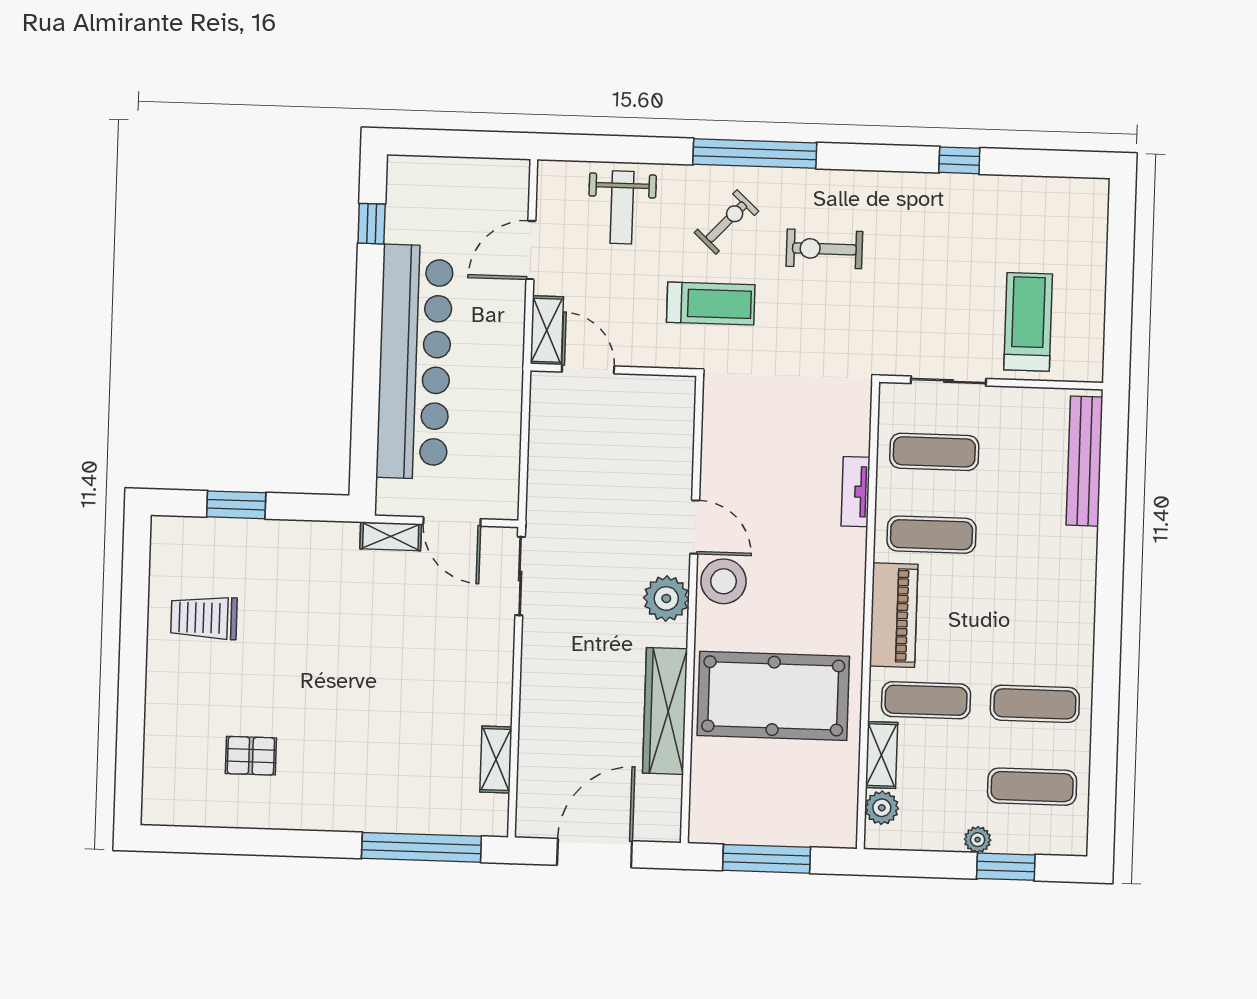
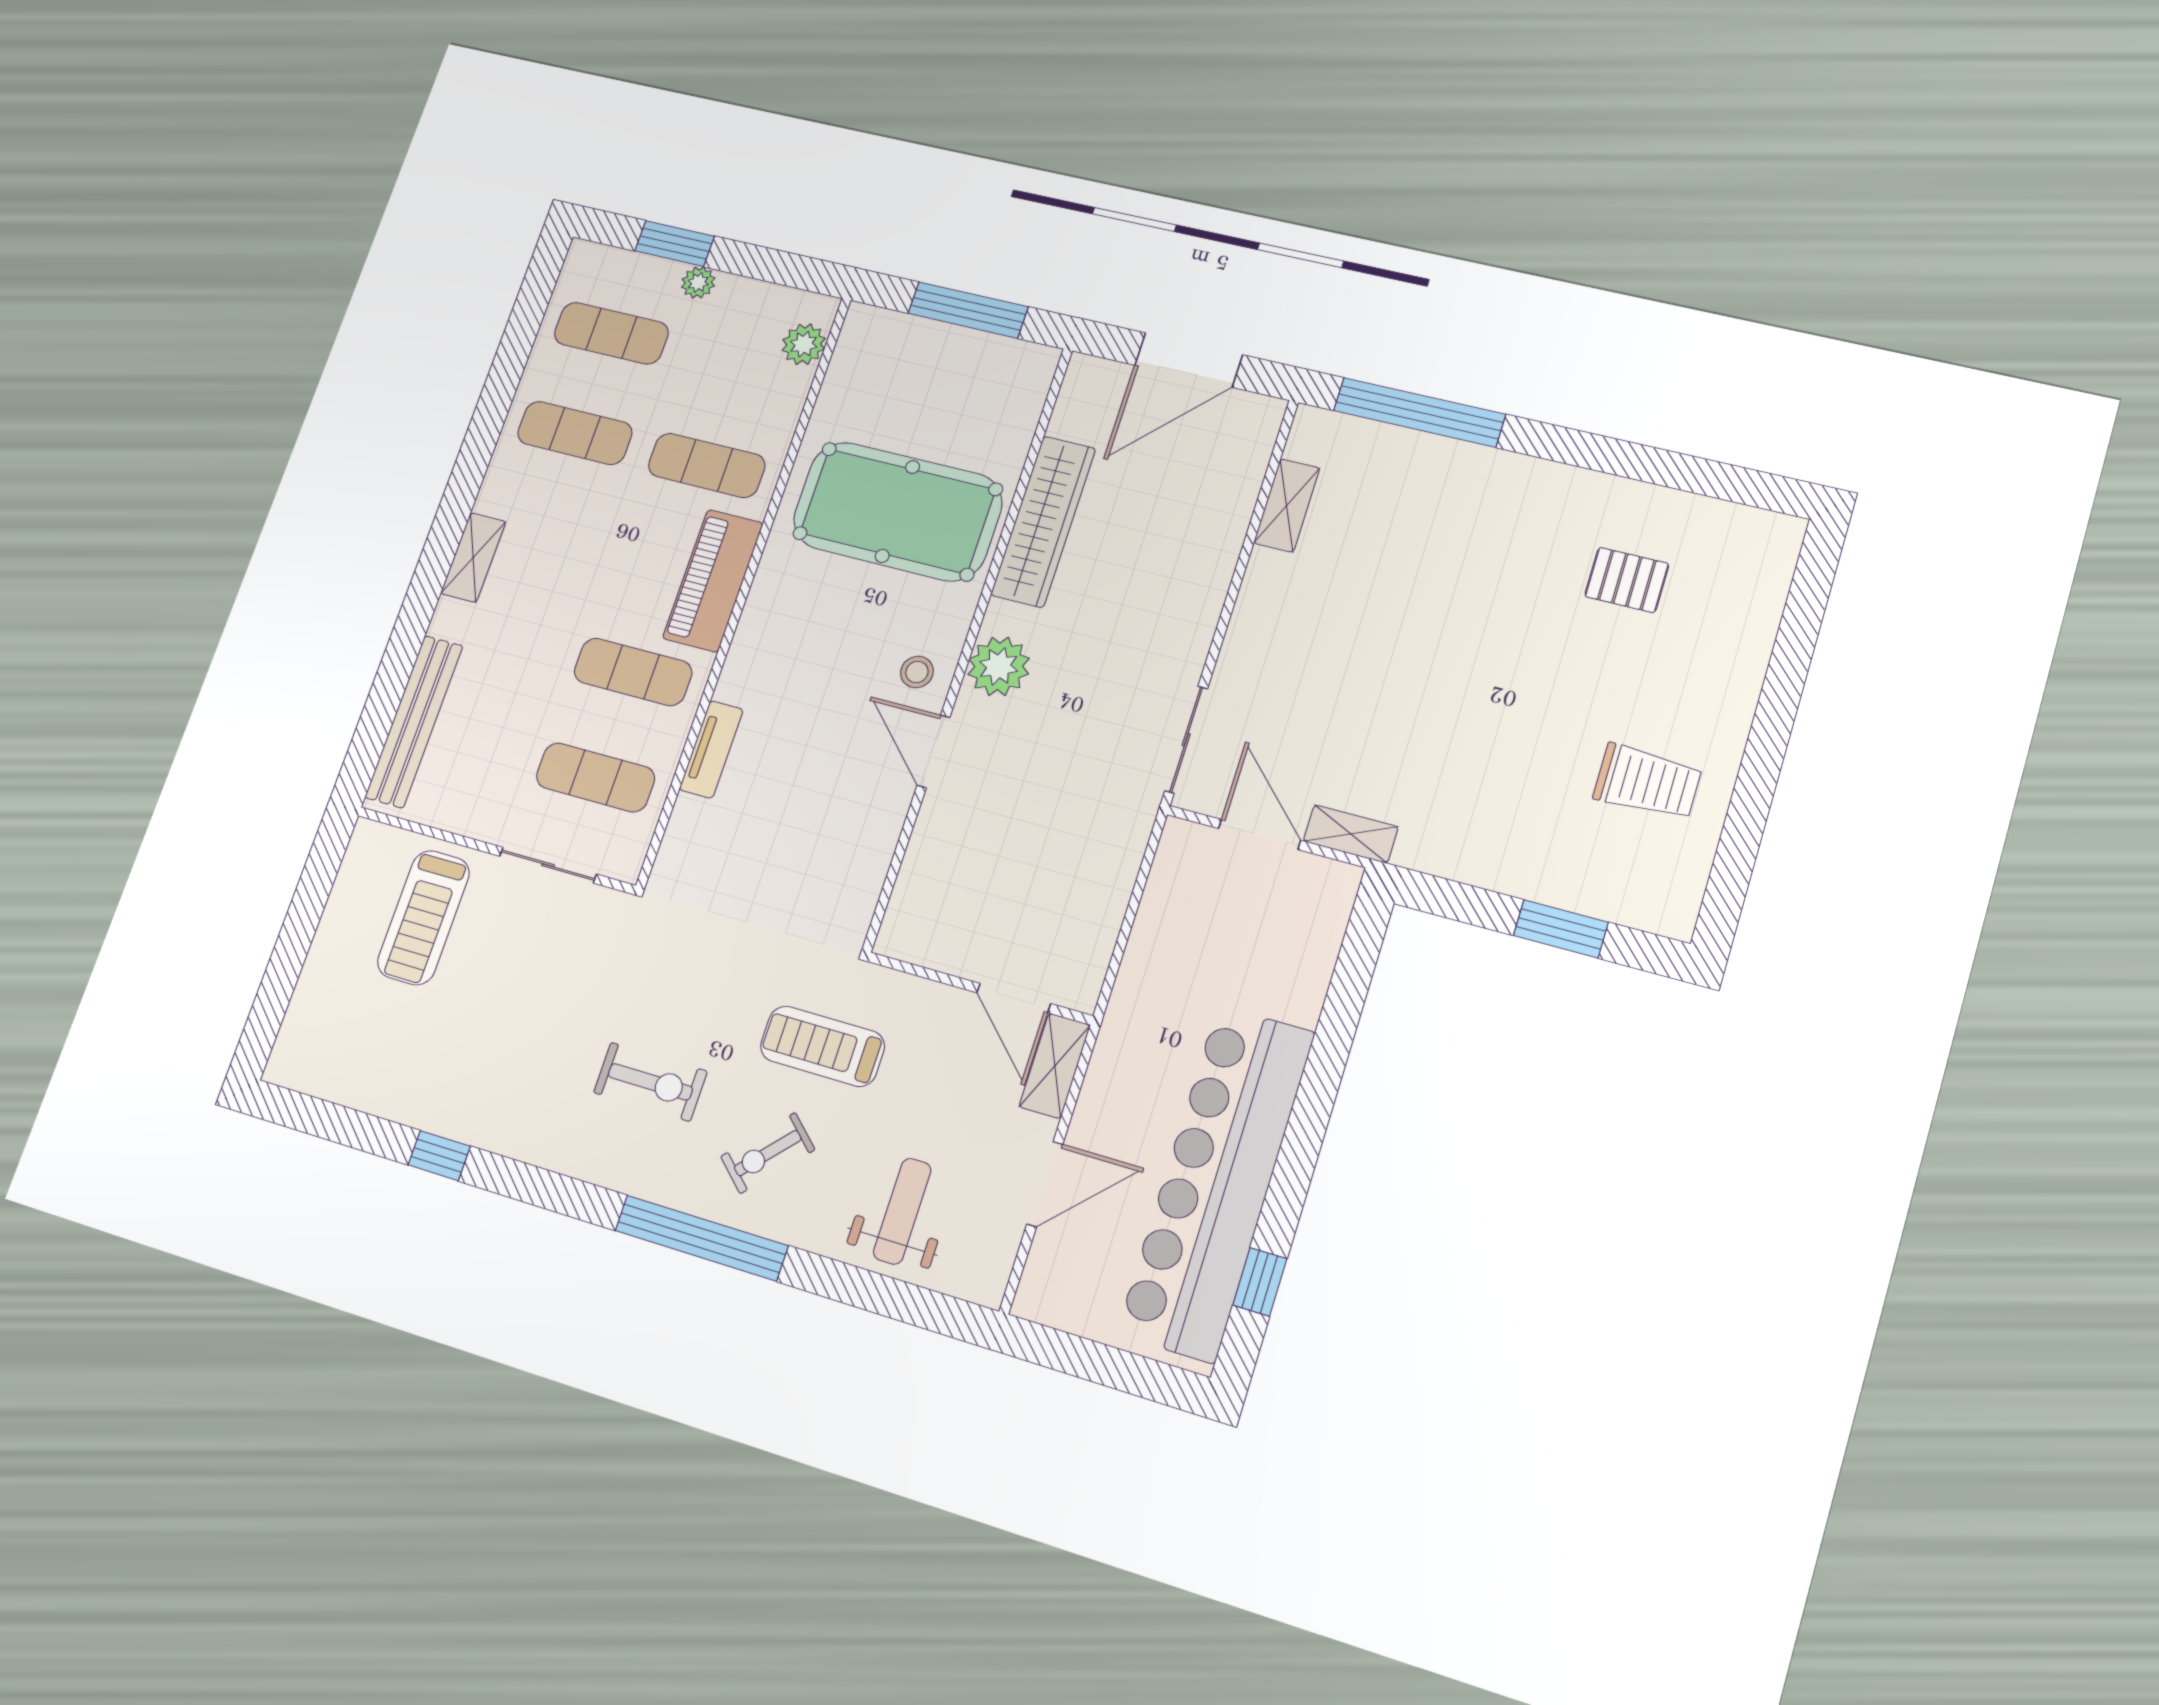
bar counter: (415, 362) -> (1216, 1182), moved
stool: (724, 581) -> (917, 672), width x0.53, depth x0.53
shelving: (881, 755) -> (473, 557), moved

